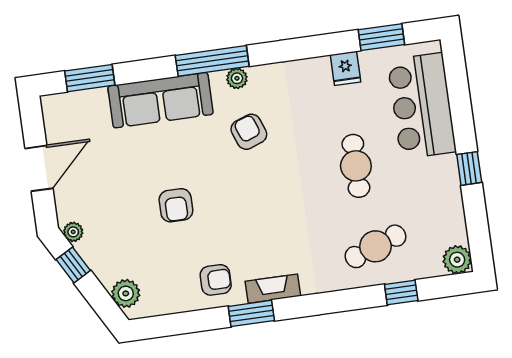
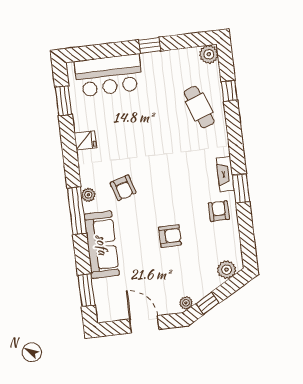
fridge: (346, 68) -> (85, 140), moved
armchair: (249, 132) -> (123, 188), turned -87
cafe table: (356, 166) -> (147, 119), removed

